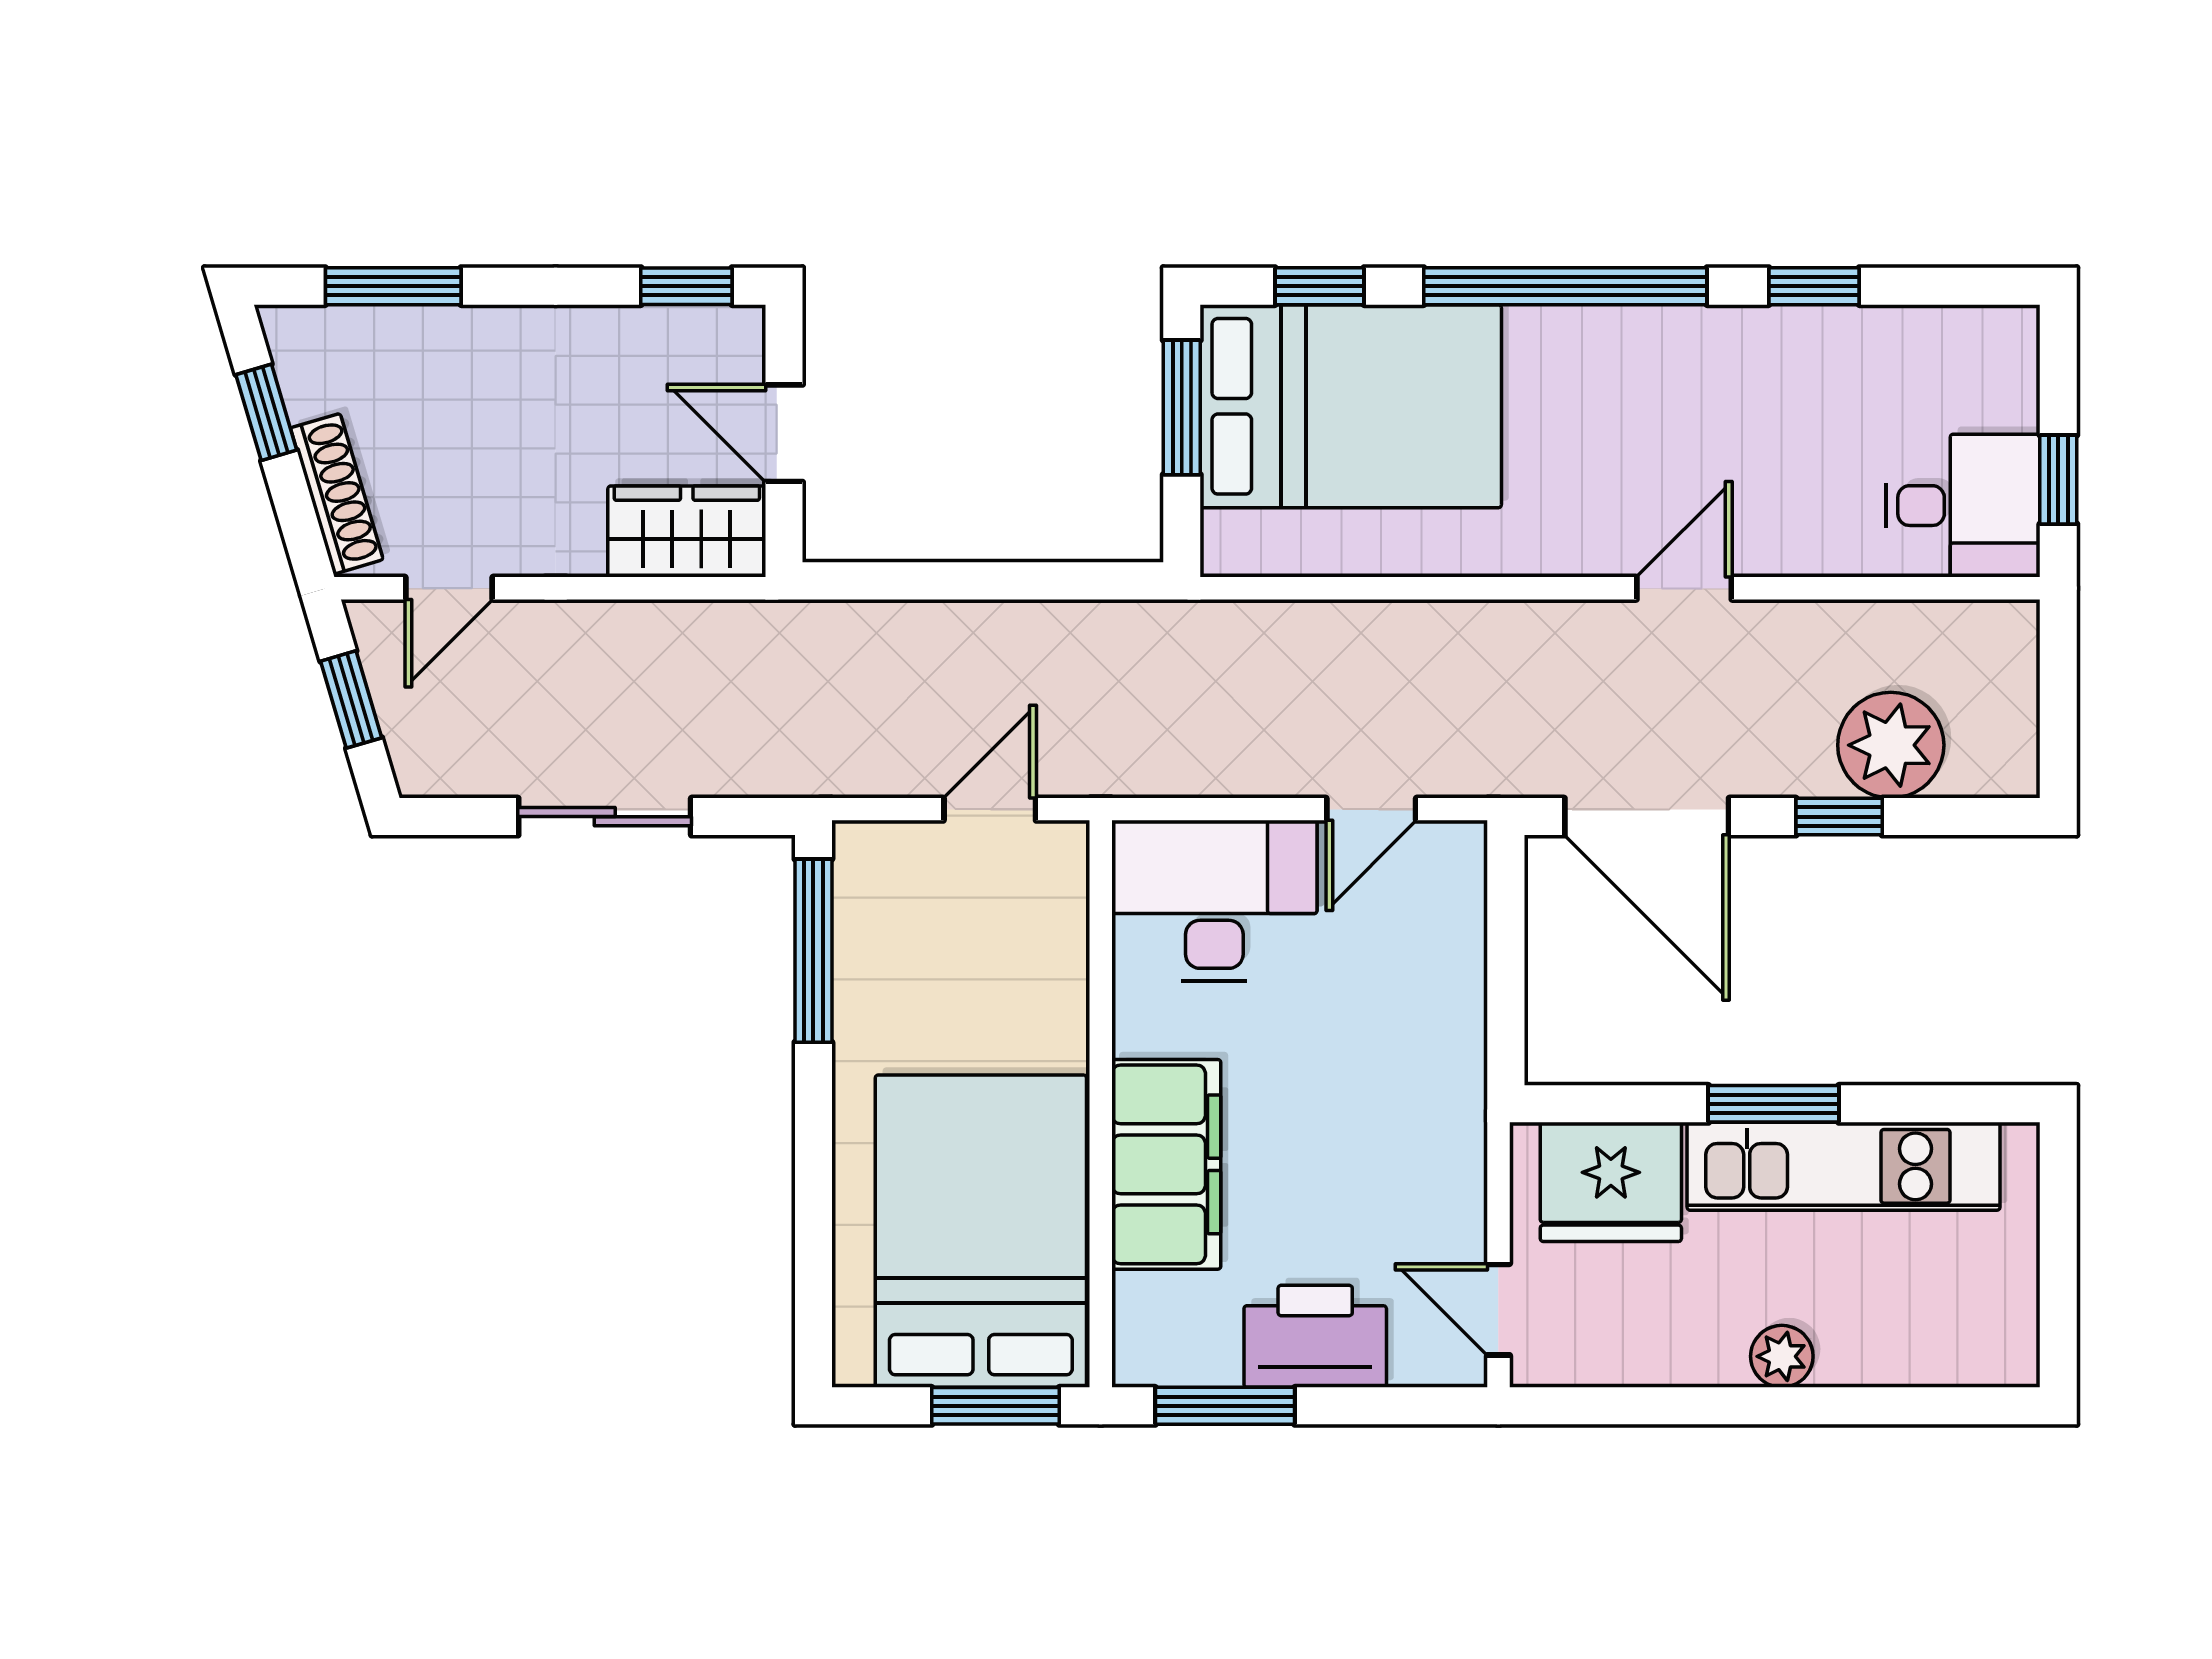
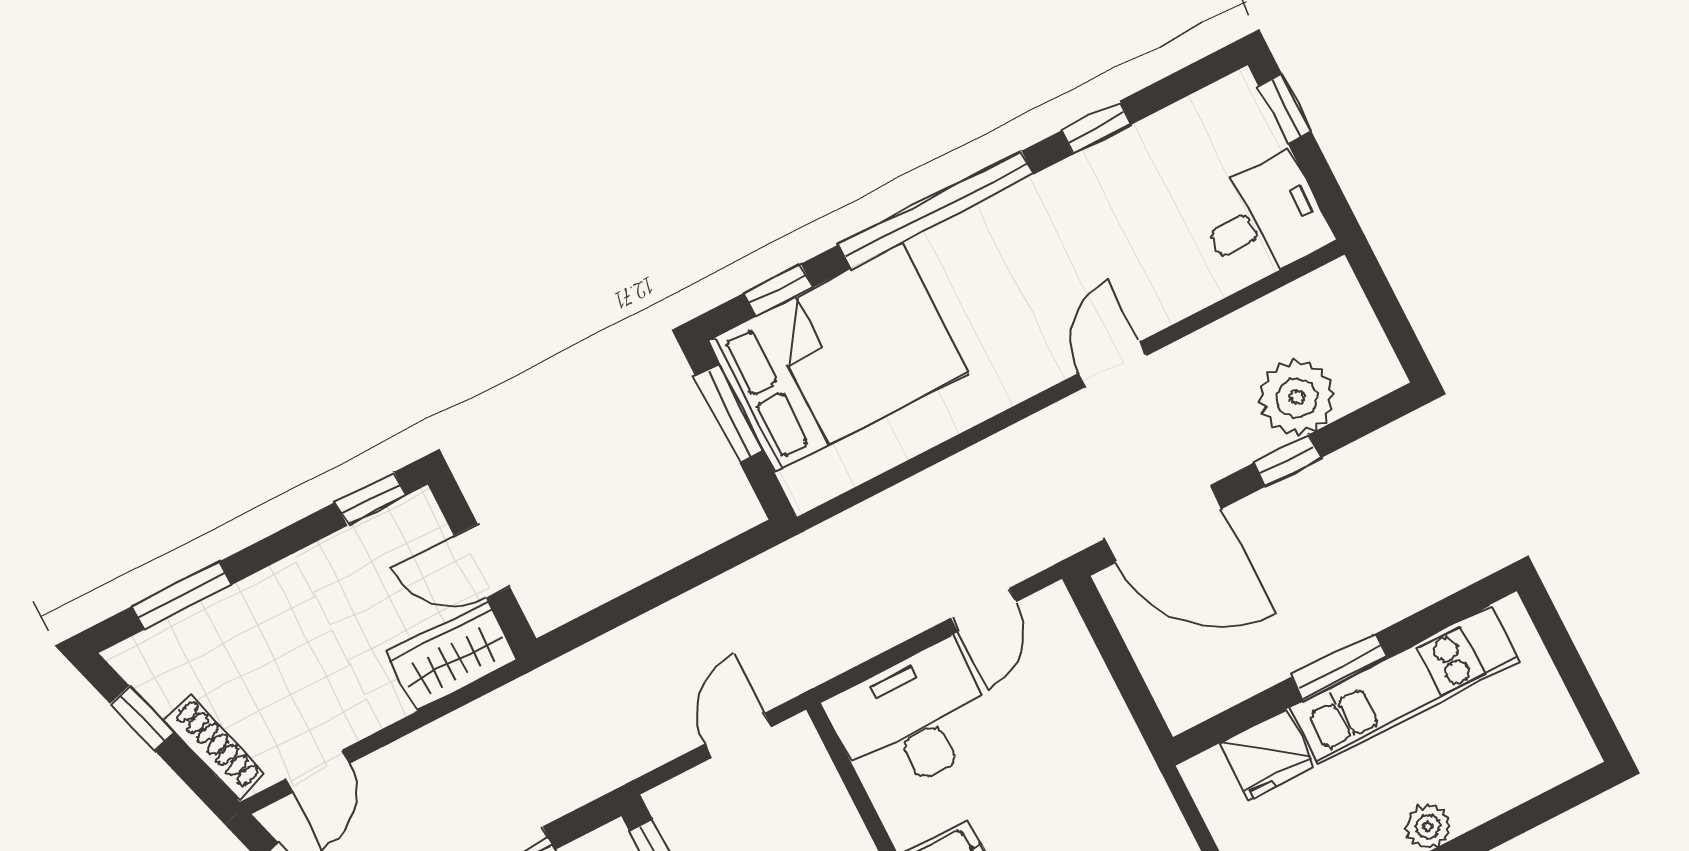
window: (2058, 480) -> (1285, 109), moved
fridge: (1611, 1182) -> (1268, 755), width x0.73, depth x0.75

